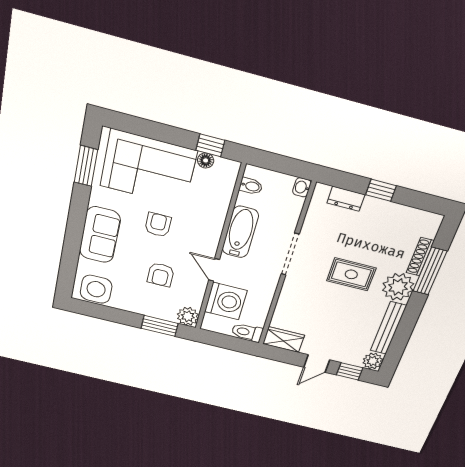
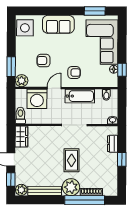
armchair: (158, 225) -> (74, 73), moved
window: (430, 271) -> (85, 200), width x1.46

